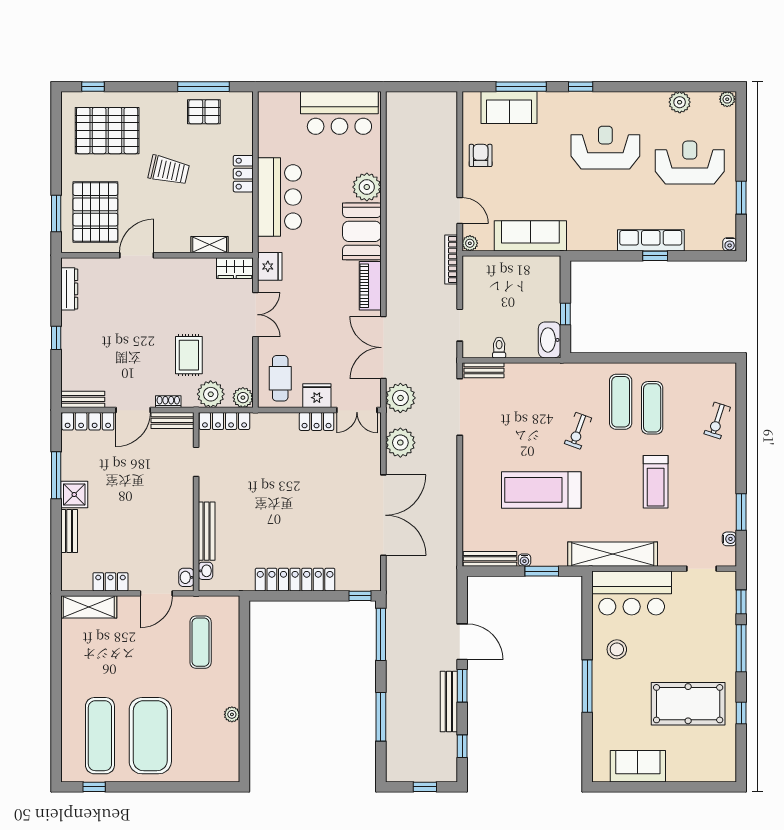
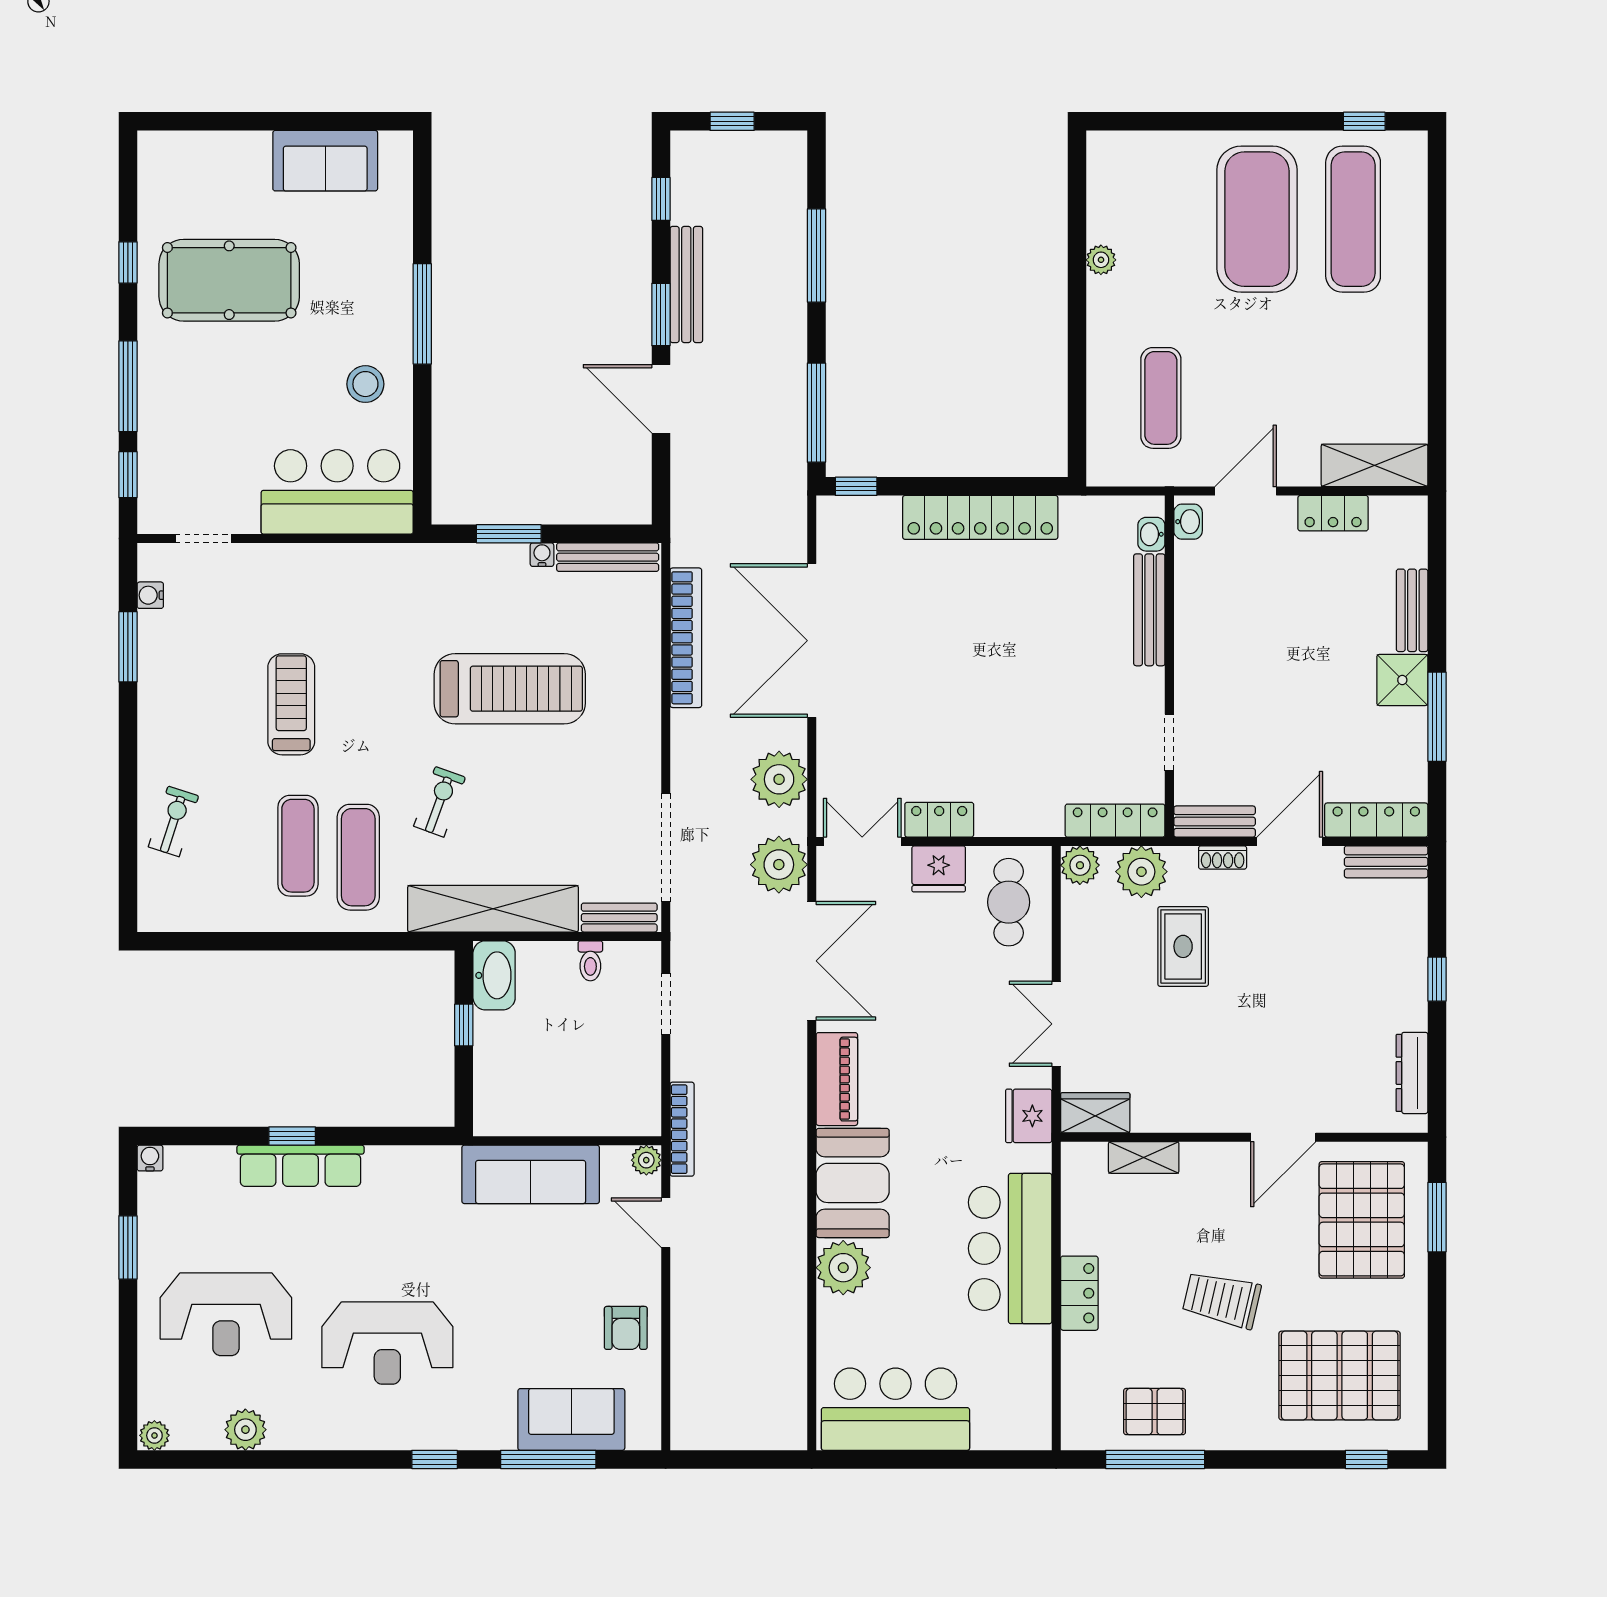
bookcase: (449, 517) -> (686, 638), added
shelving: (613, 554) -> (493, 909), moved

